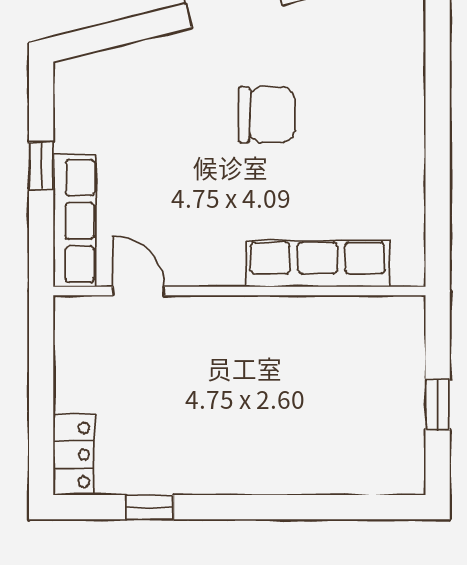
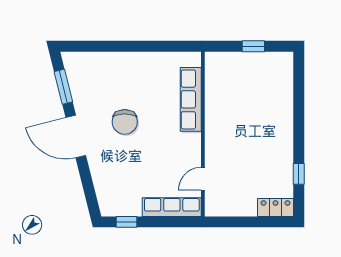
chair: (267, 115) -> (125, 122), turned 180
window: (41, 166) -> (126, 222), moved

